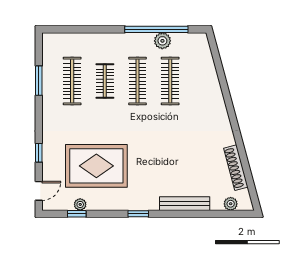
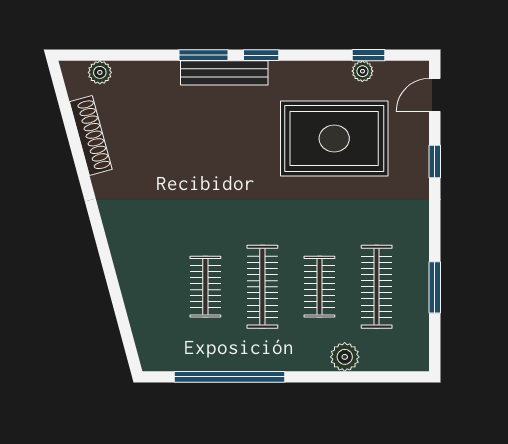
plant: (162, 41) -> (345, 357), moved
clothes rail: (170, 81) -> (205, 287), width x0.73
bench: (185, 204) -> (224, 73), moved
window: (171, 214) -> (203, 55), added

